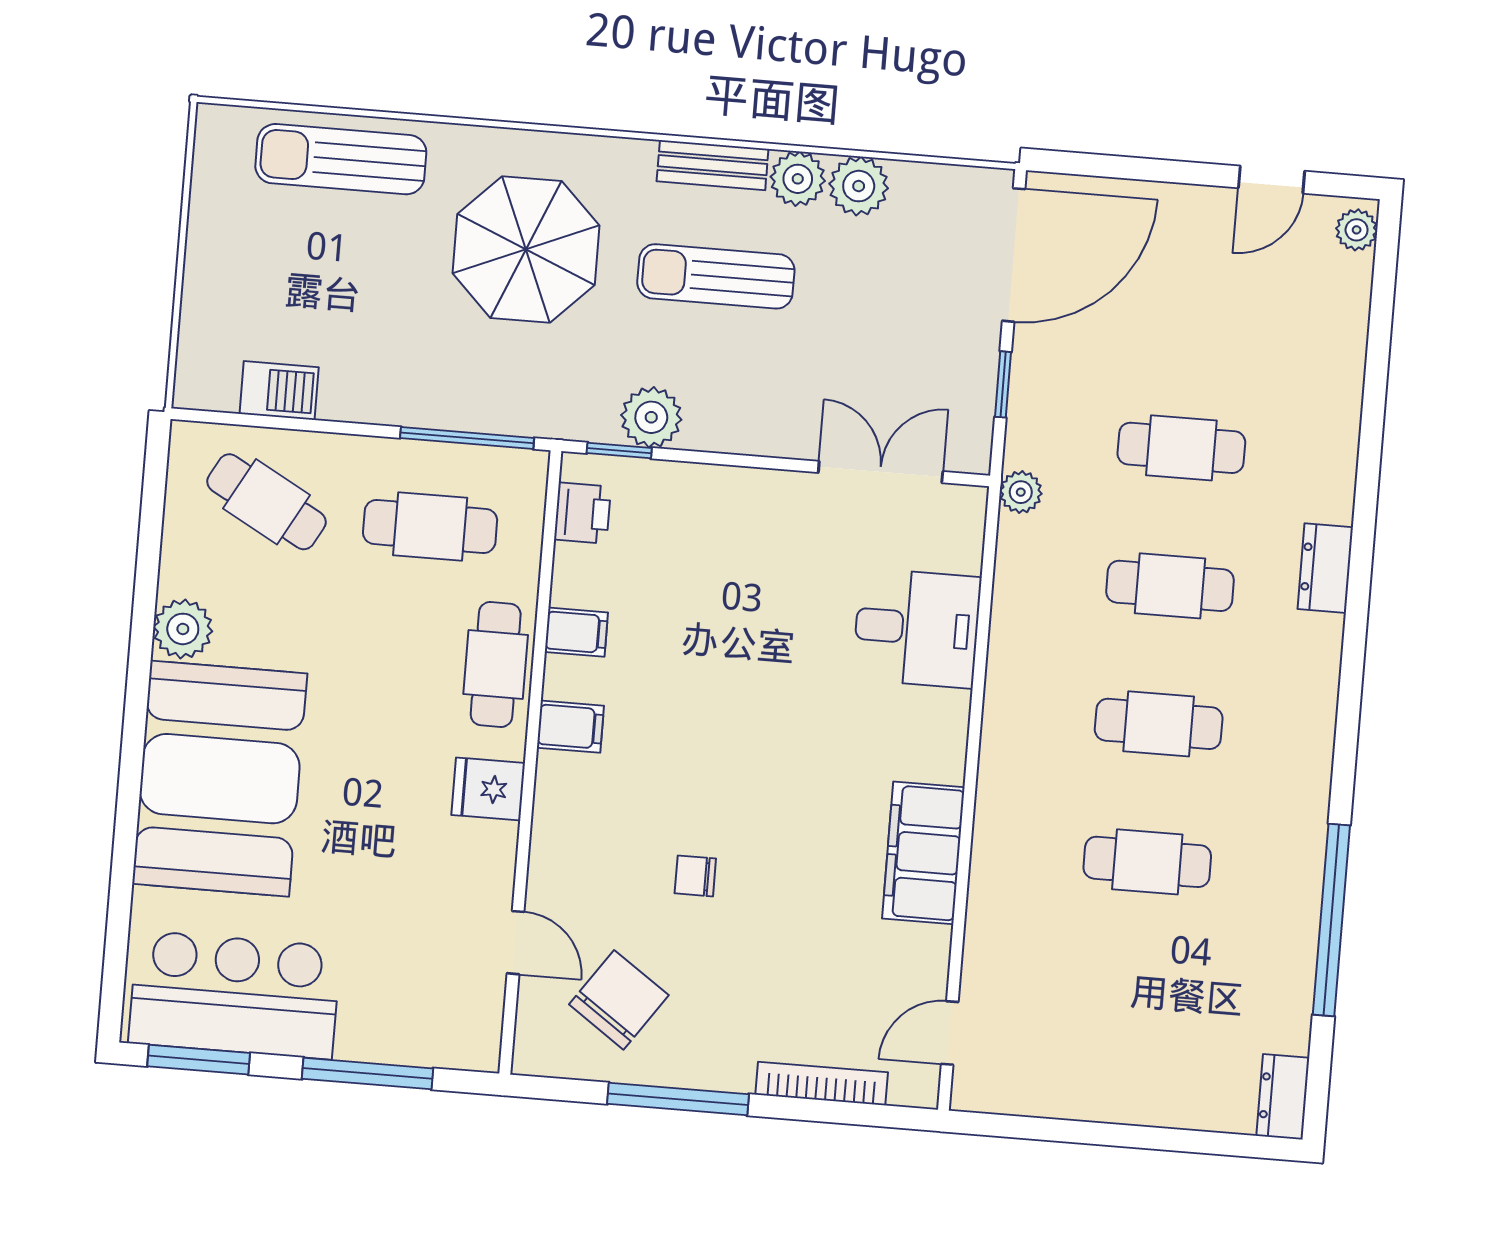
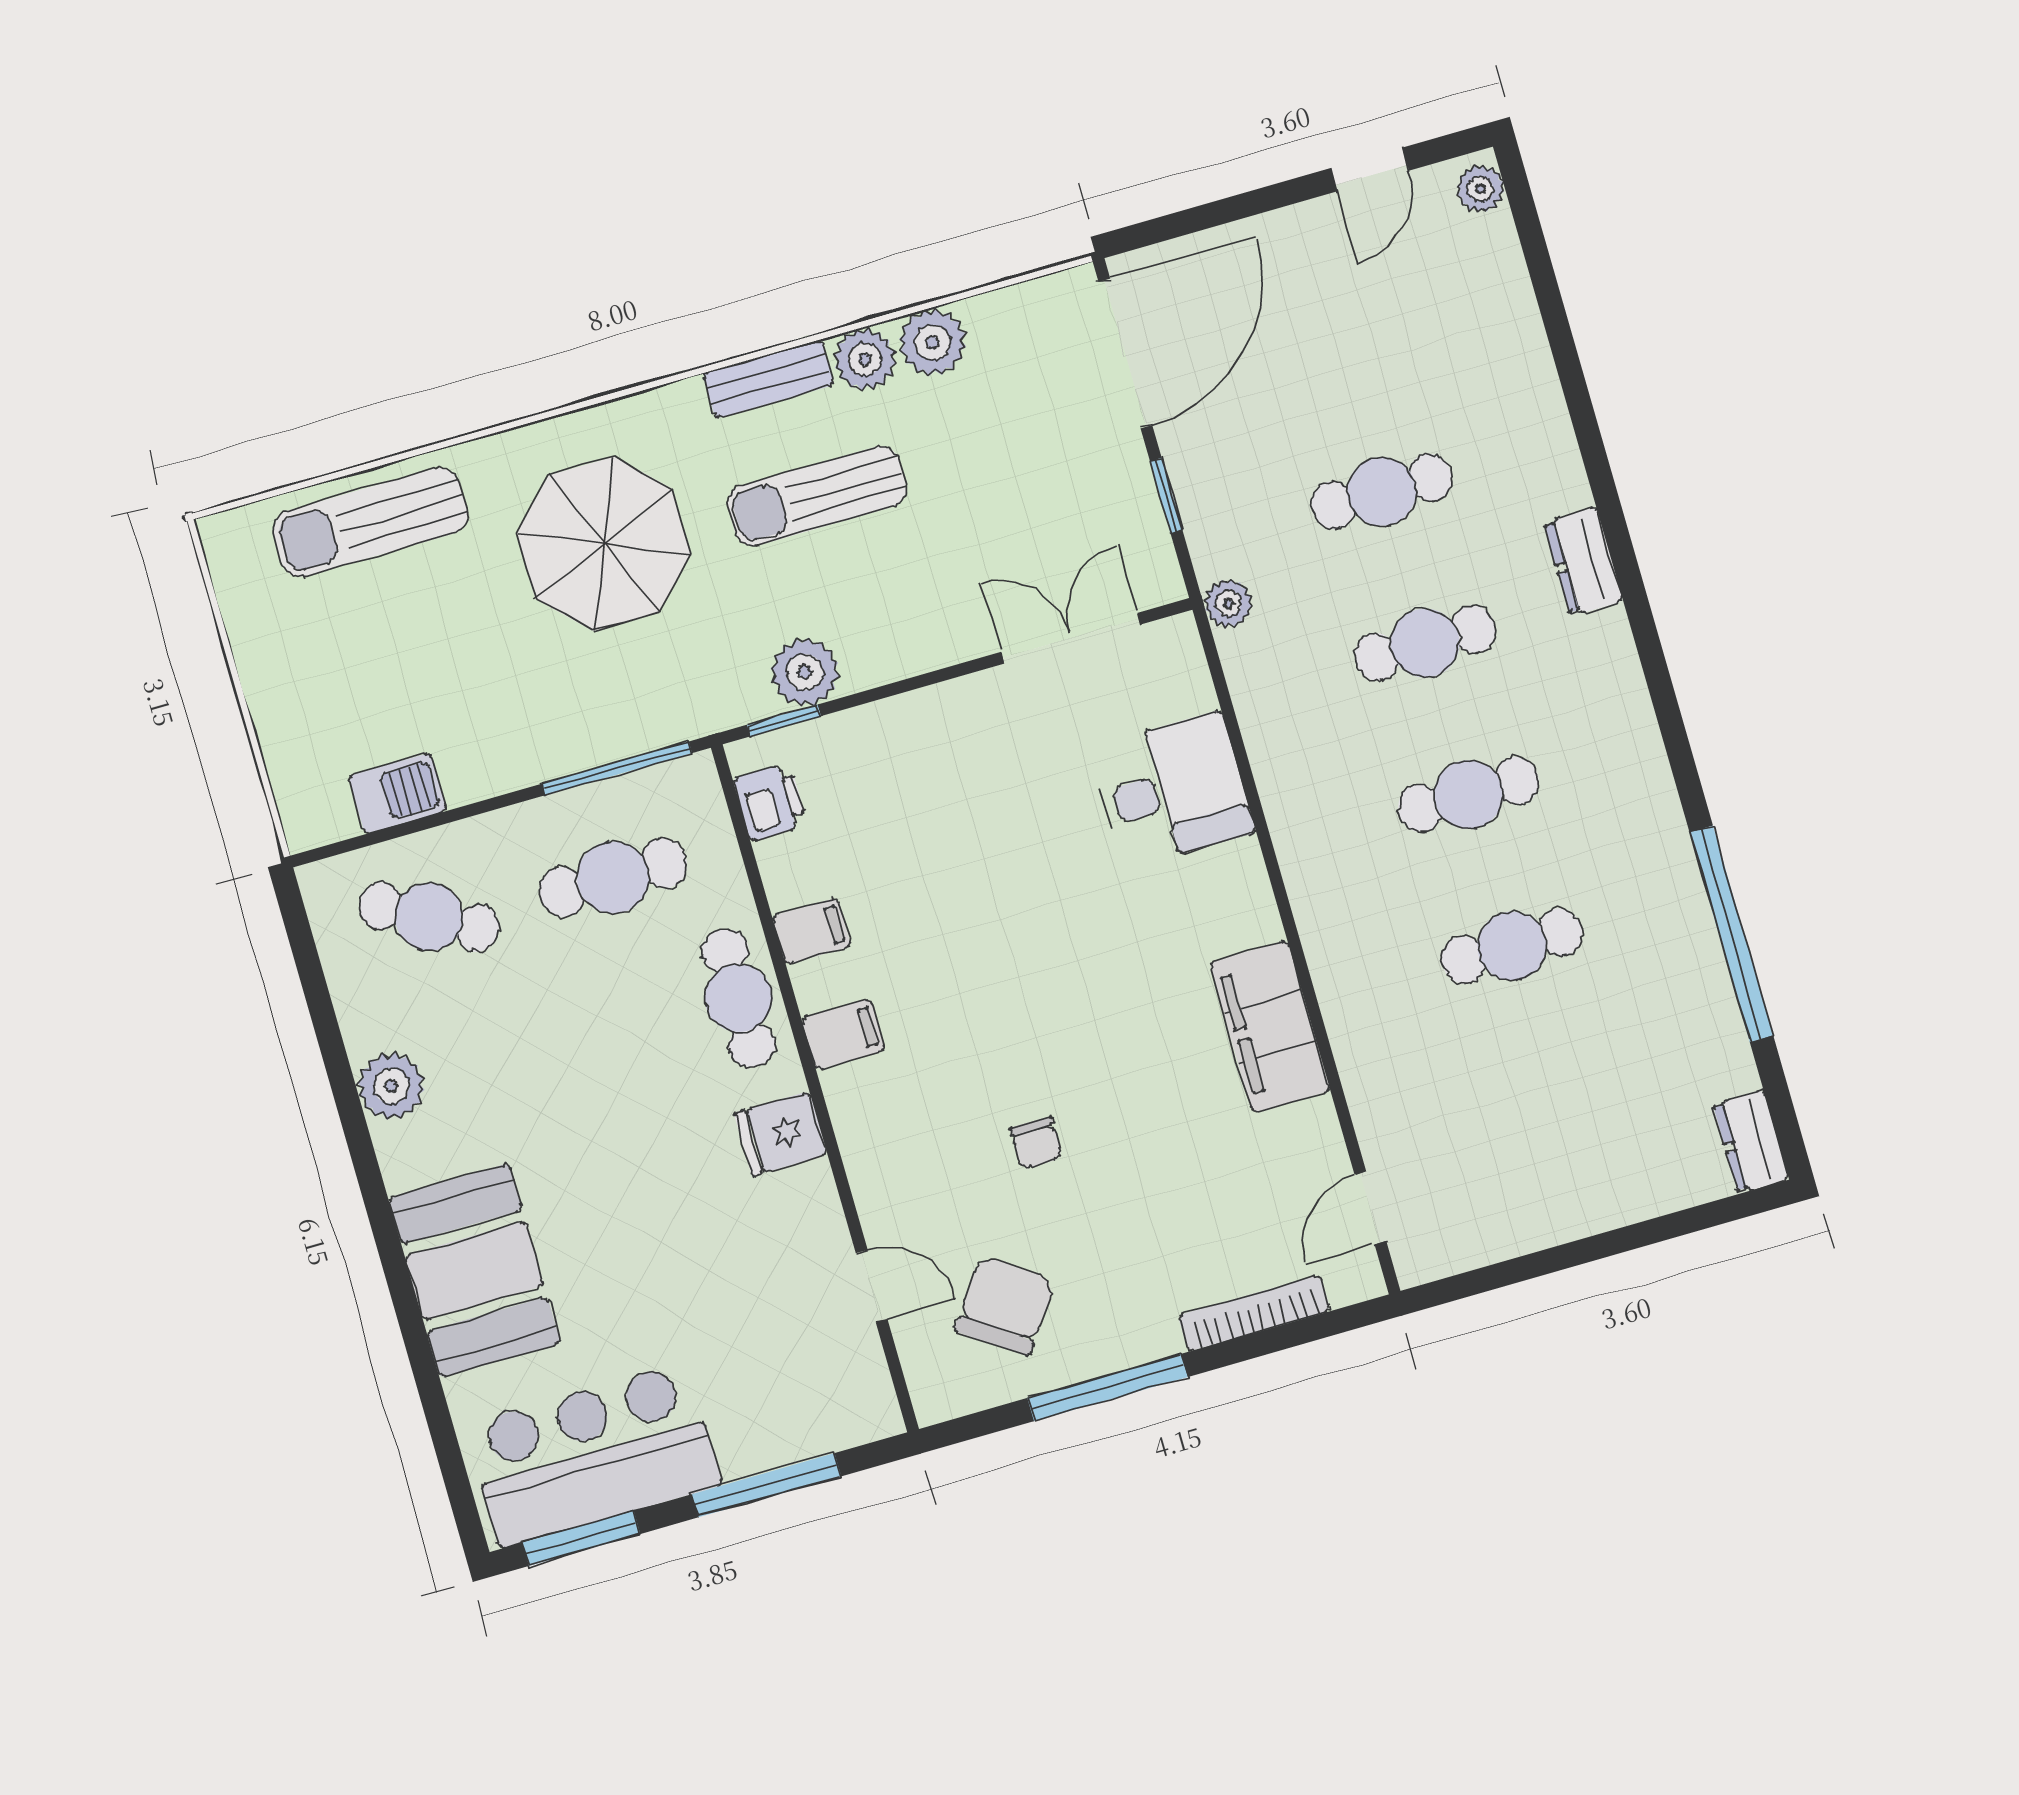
booth: (220, 779) -> (474, 1271), width x0.73, depth x0.70
chair: (695, 876) -> (1036, 1143), turned -90

